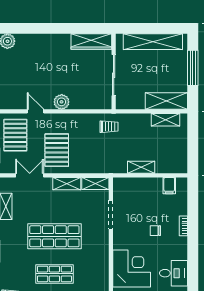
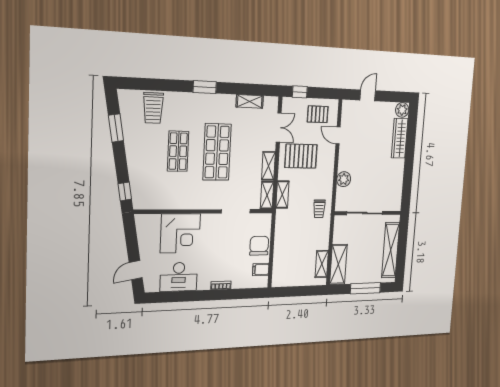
wardrobe: (91, 41) -> (400, 138), moved
plant: (62, 102) -> (344, 179), moved
door: (35, 111) -> (338, 135), swing flipped
pallet: (15, 135) -> (318, 114), width x0.67, depth x0.71
shelving: (141, 167) -> (282, 194), moved
chair: (155, 231) -> (259, 246), moved, width x1.87, depth x1.87
desk: (174, 273) -> (179, 277), width x1.37

